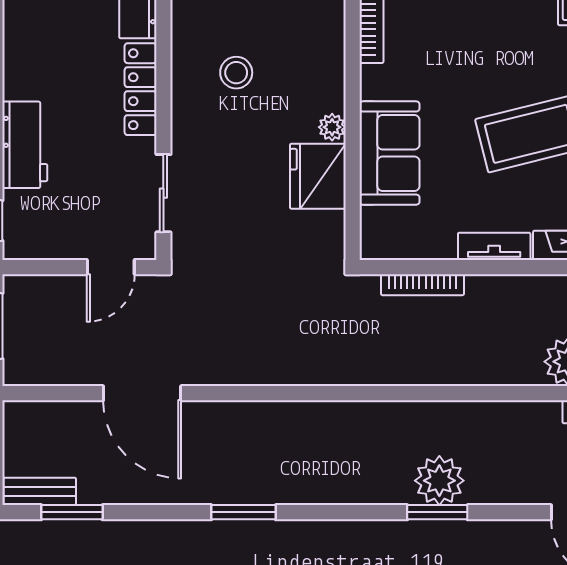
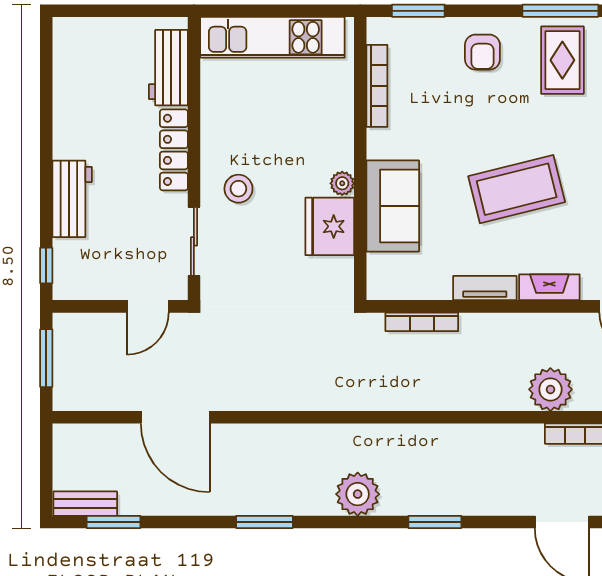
stool: (236, 73) -> (238, 189), moved
plant: (439, 481) -> (358, 494), moved

